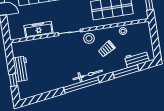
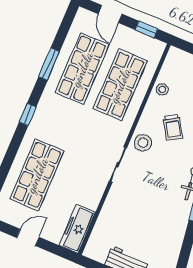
freezer: (39, 29) -> (77, 229), moved

